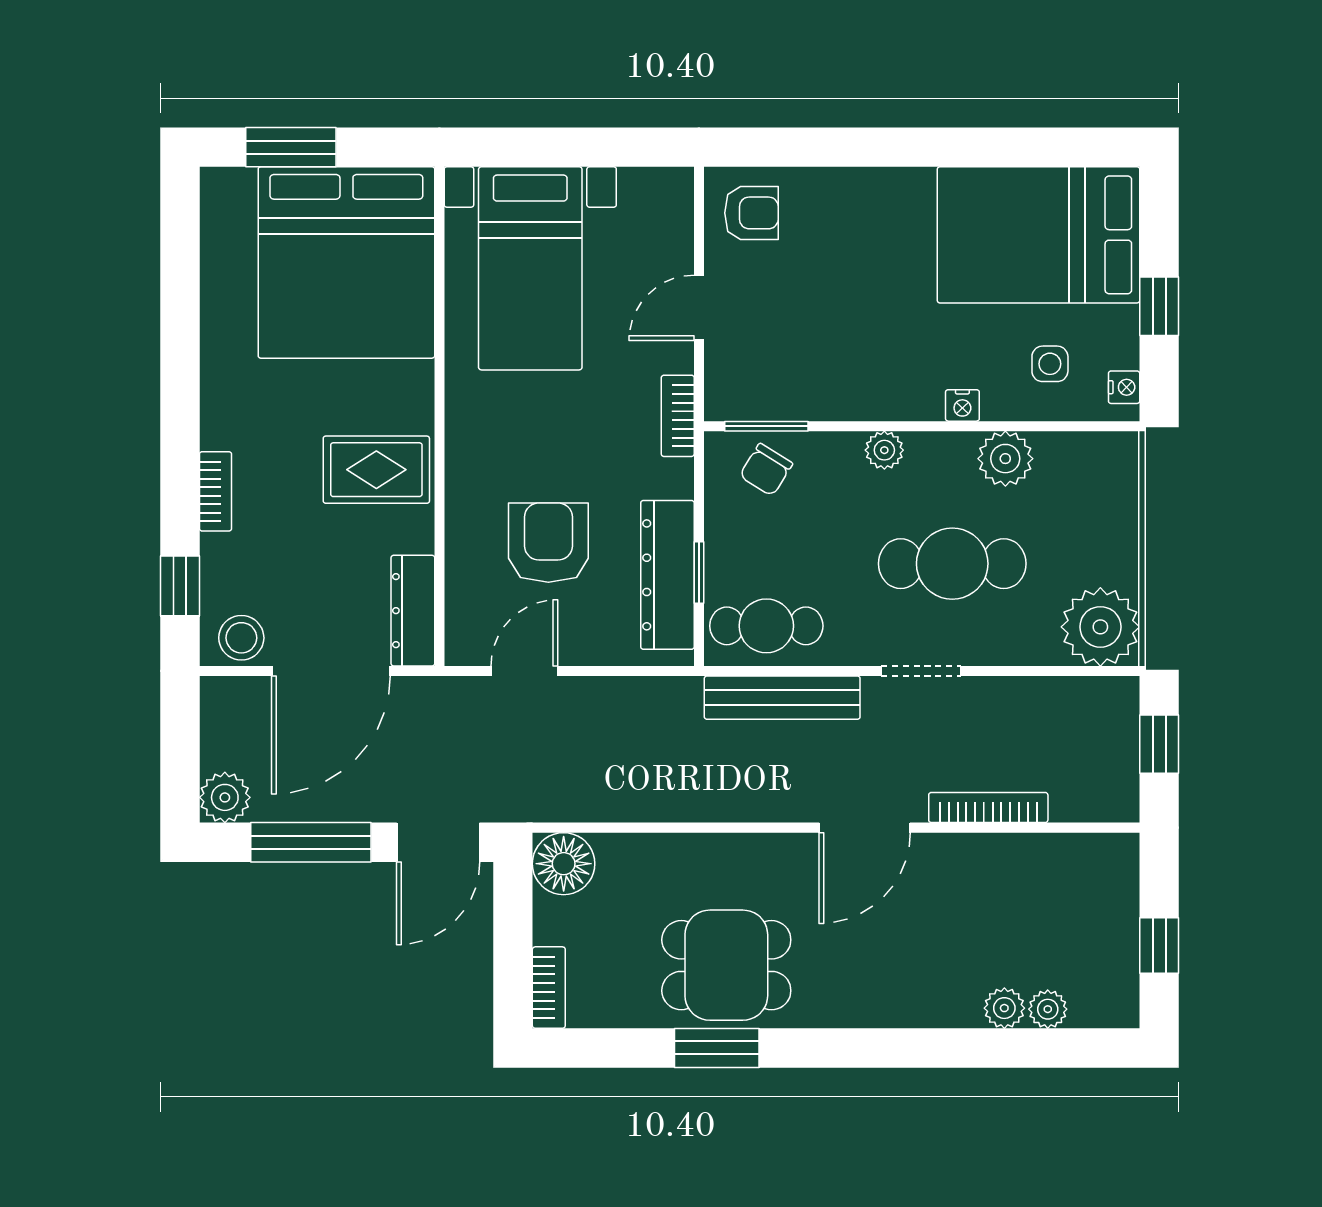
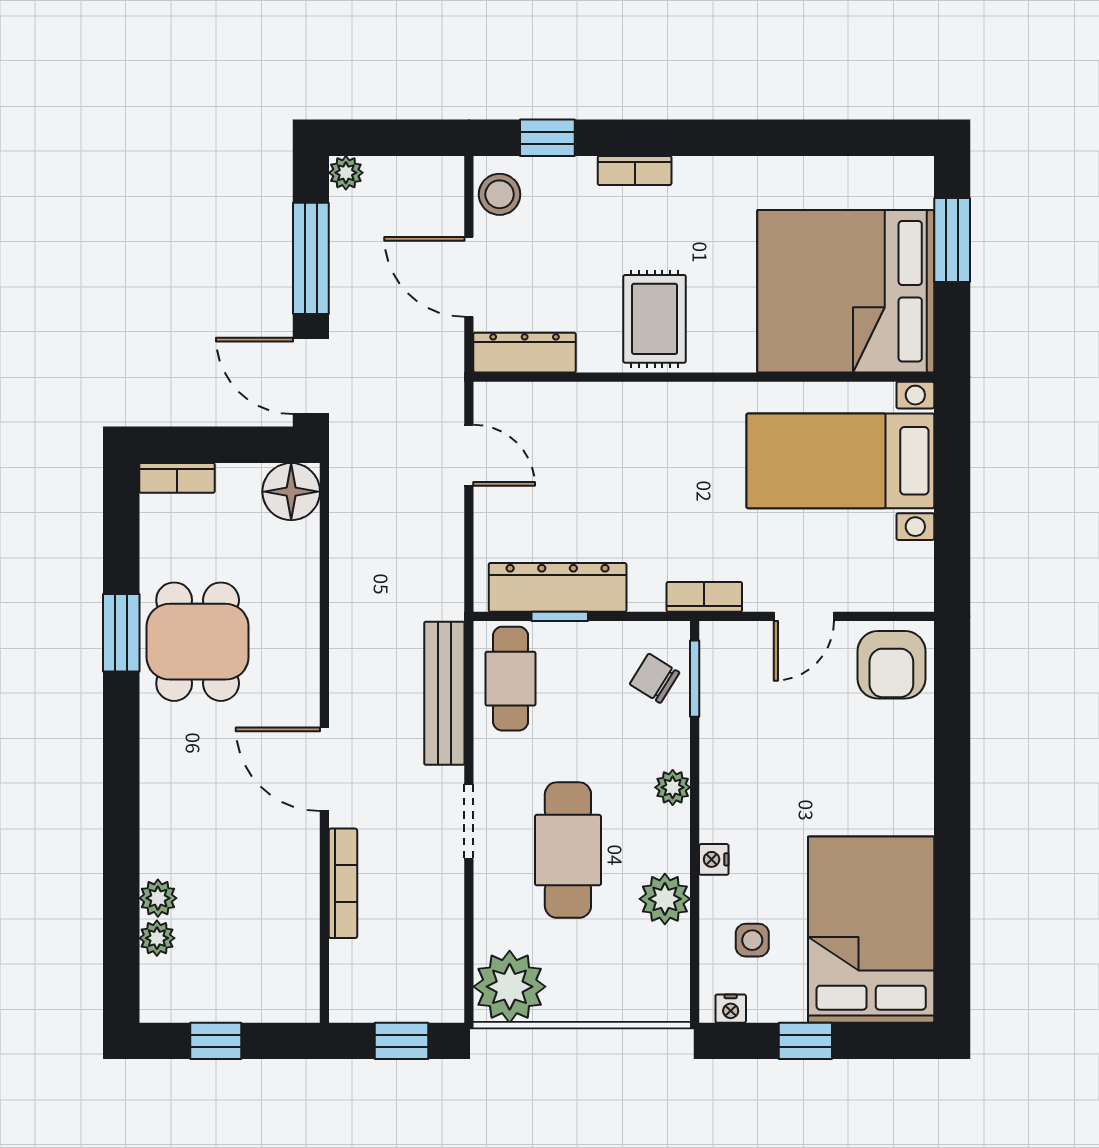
armchair: (751, 213) -> (891, 665), width x1.38, depth x1.38
door: (699, 308) -> (804, 616), swing flipped
armchair: (548, 543) -> (587, 478), removed
door: (331, 671) -> (469, 277), width x0.73
plant: (225, 797) -> (346, 173), width x0.73, depth x0.73

